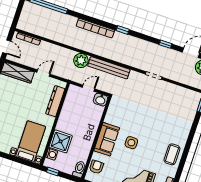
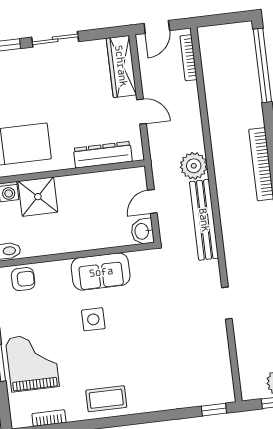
door: (89, 88) -> (152, 201), swing flipped
sofa: (107, 139) -> (101, 272), moved

